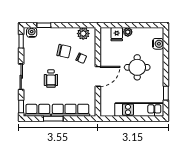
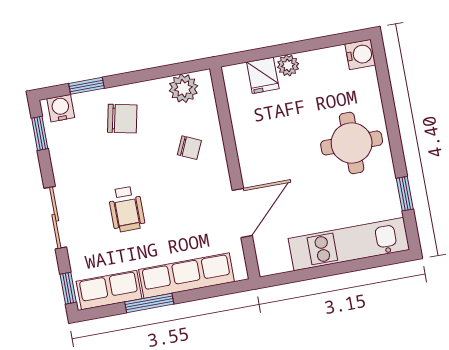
water cooler: (158, 44) -> (360, 54), moved
chair: (64, 51) -> (122, 119), moved
round table: (137, 67) -> (352, 143), moved
door: (98, 76) -> (242, 213), moved

